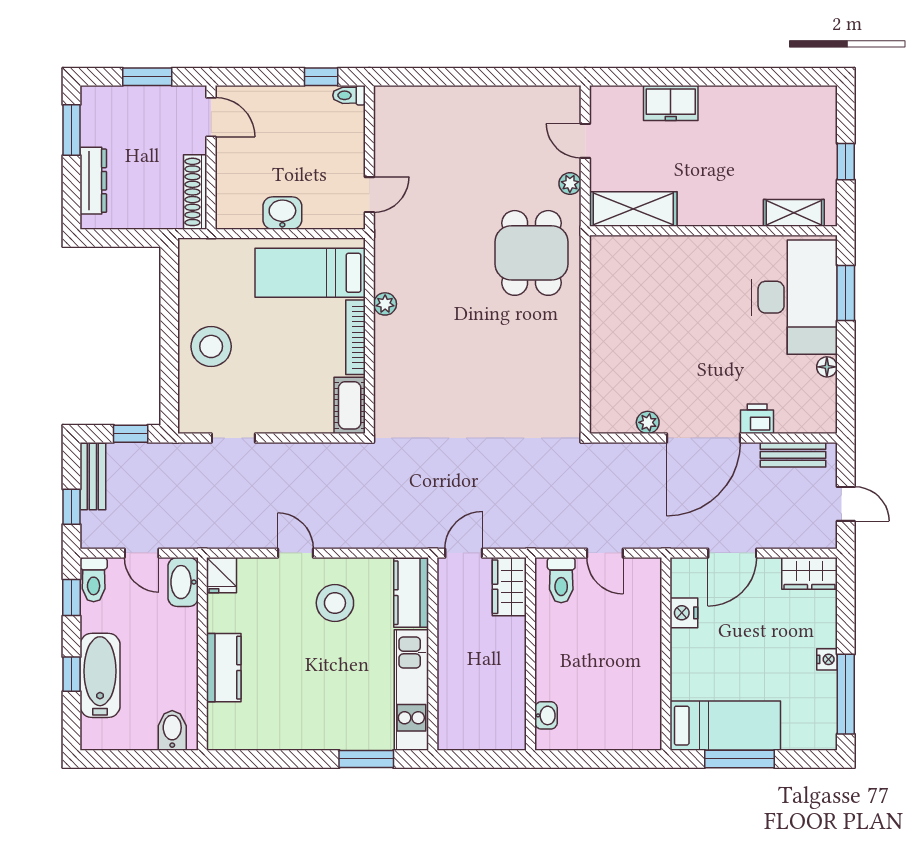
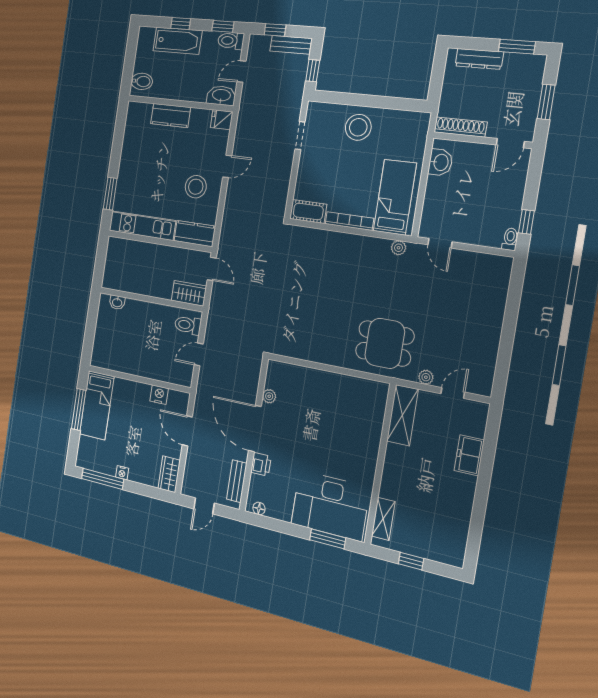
washbasin: (282, 213) -> (440, 162), moved
plant: (385, 304) -> (399, 248), moved
floor lamp: (827, 367) -> (259, 509), moved

